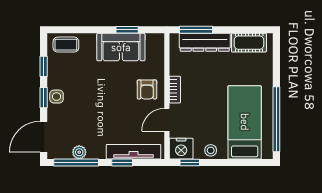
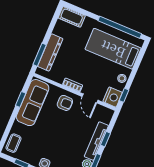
cot: (249, 43) -> (72, 17), moved, turned 90
sofa: (121, 47) -> (33, 103), width x1.36
tv unit: (134, 152) -> (96, 141), moved

